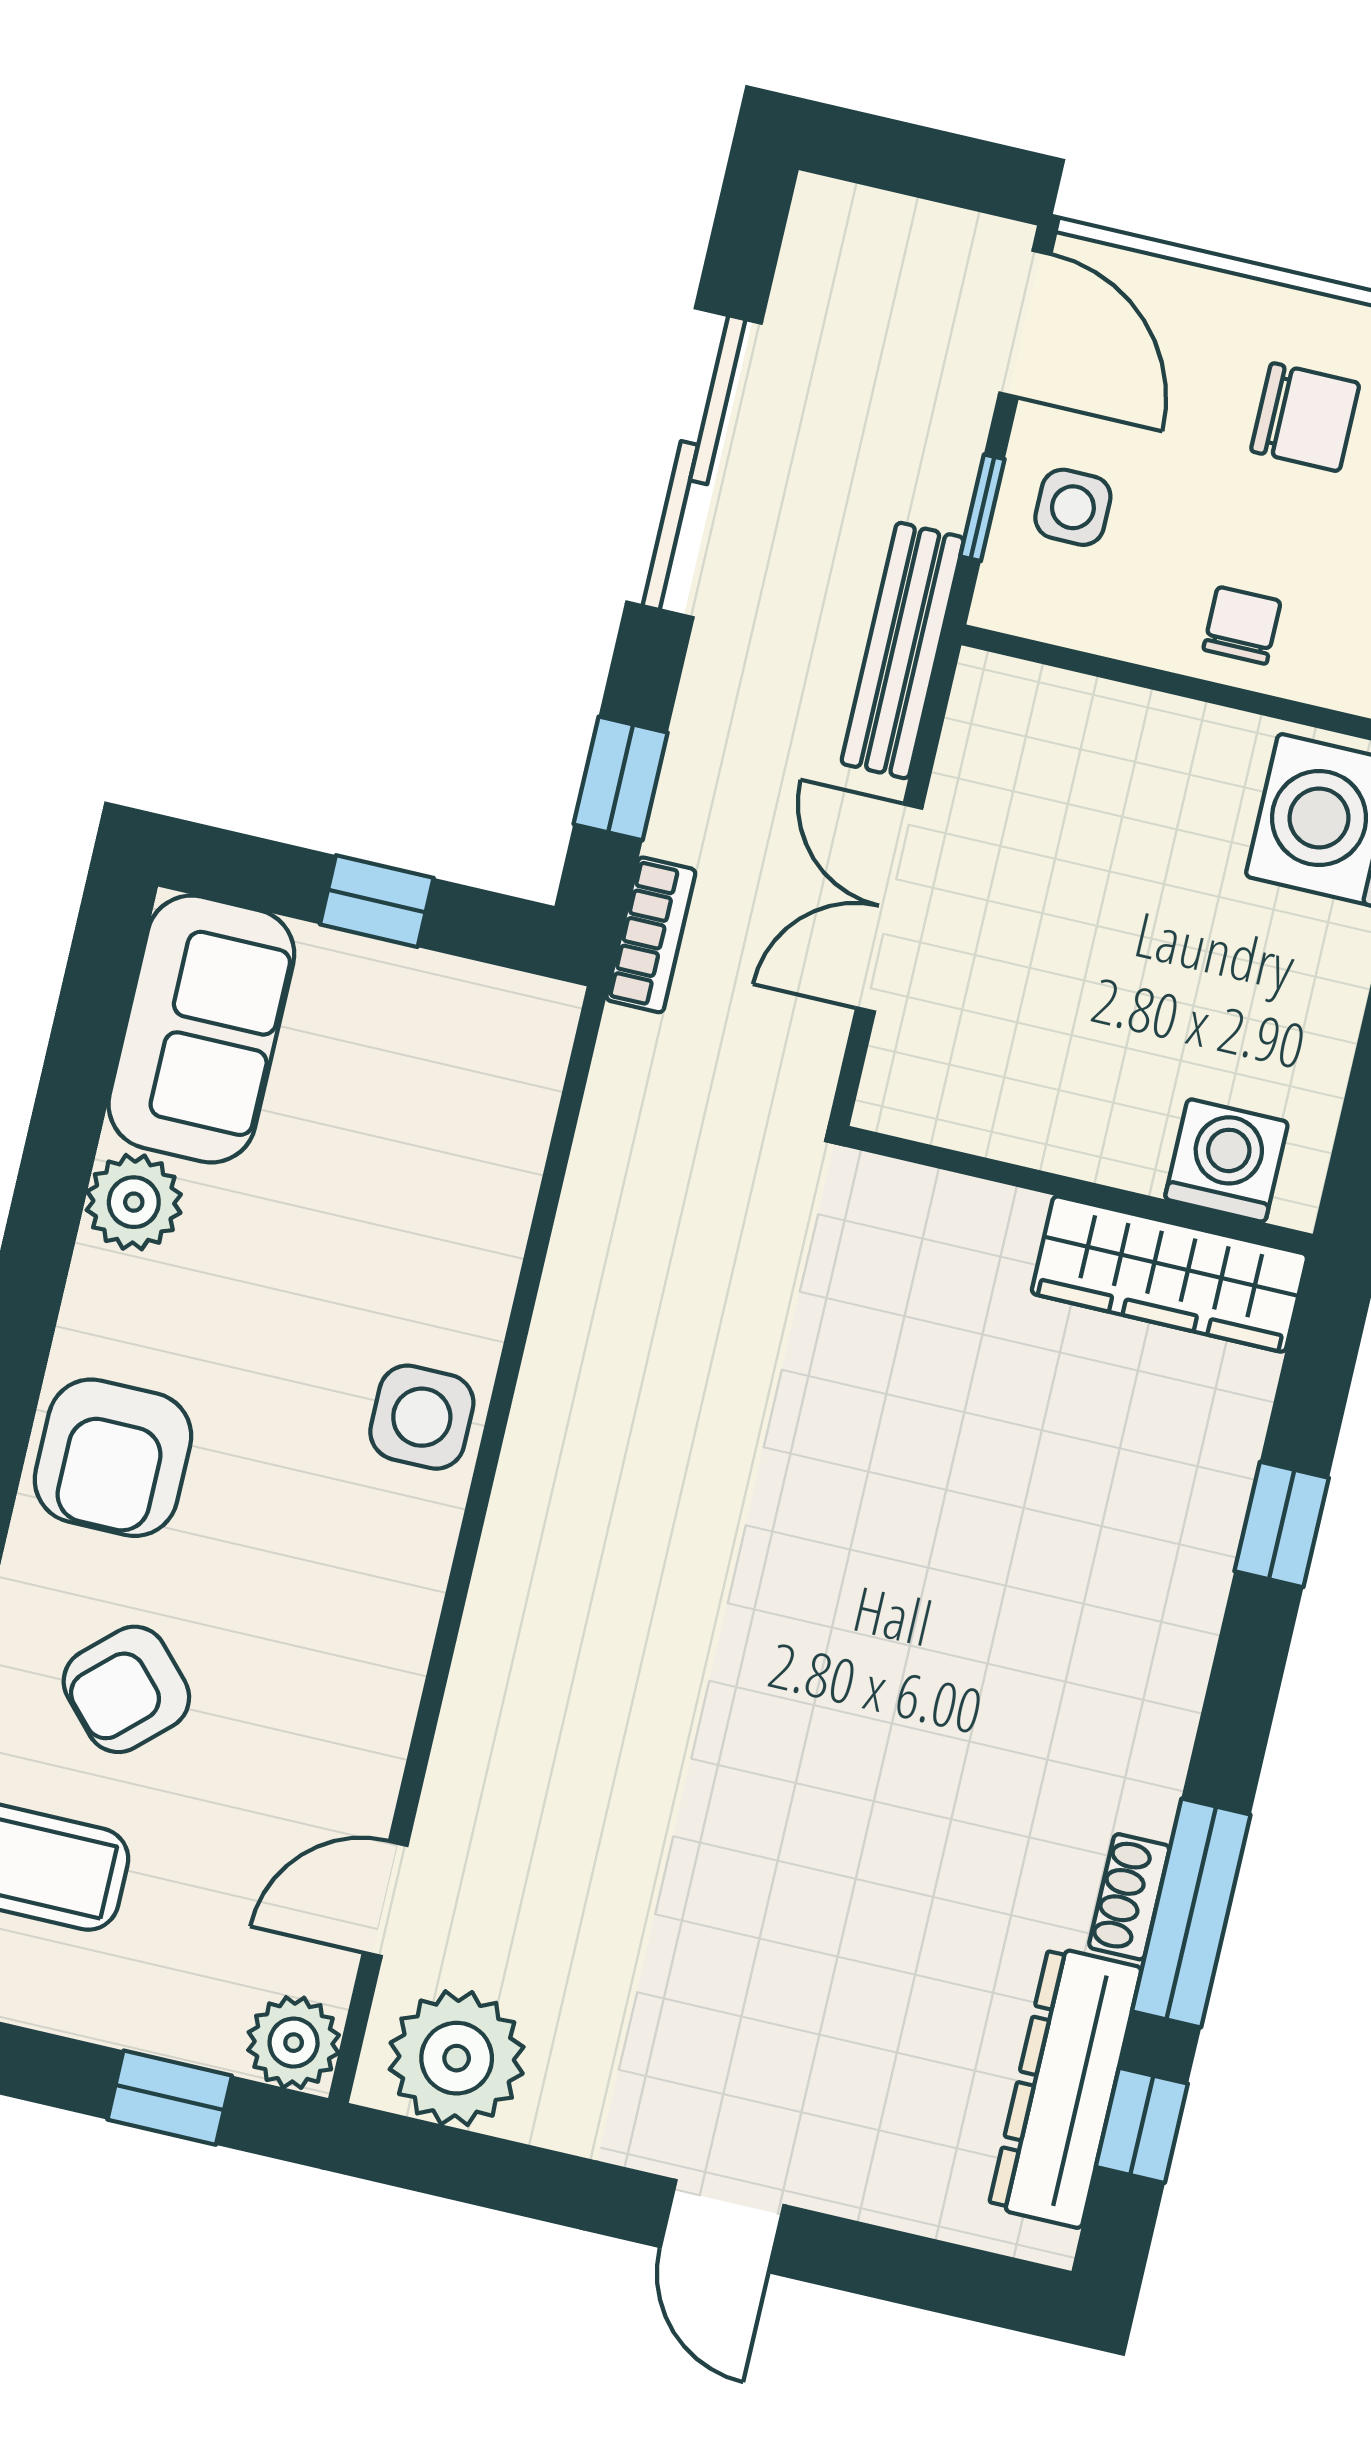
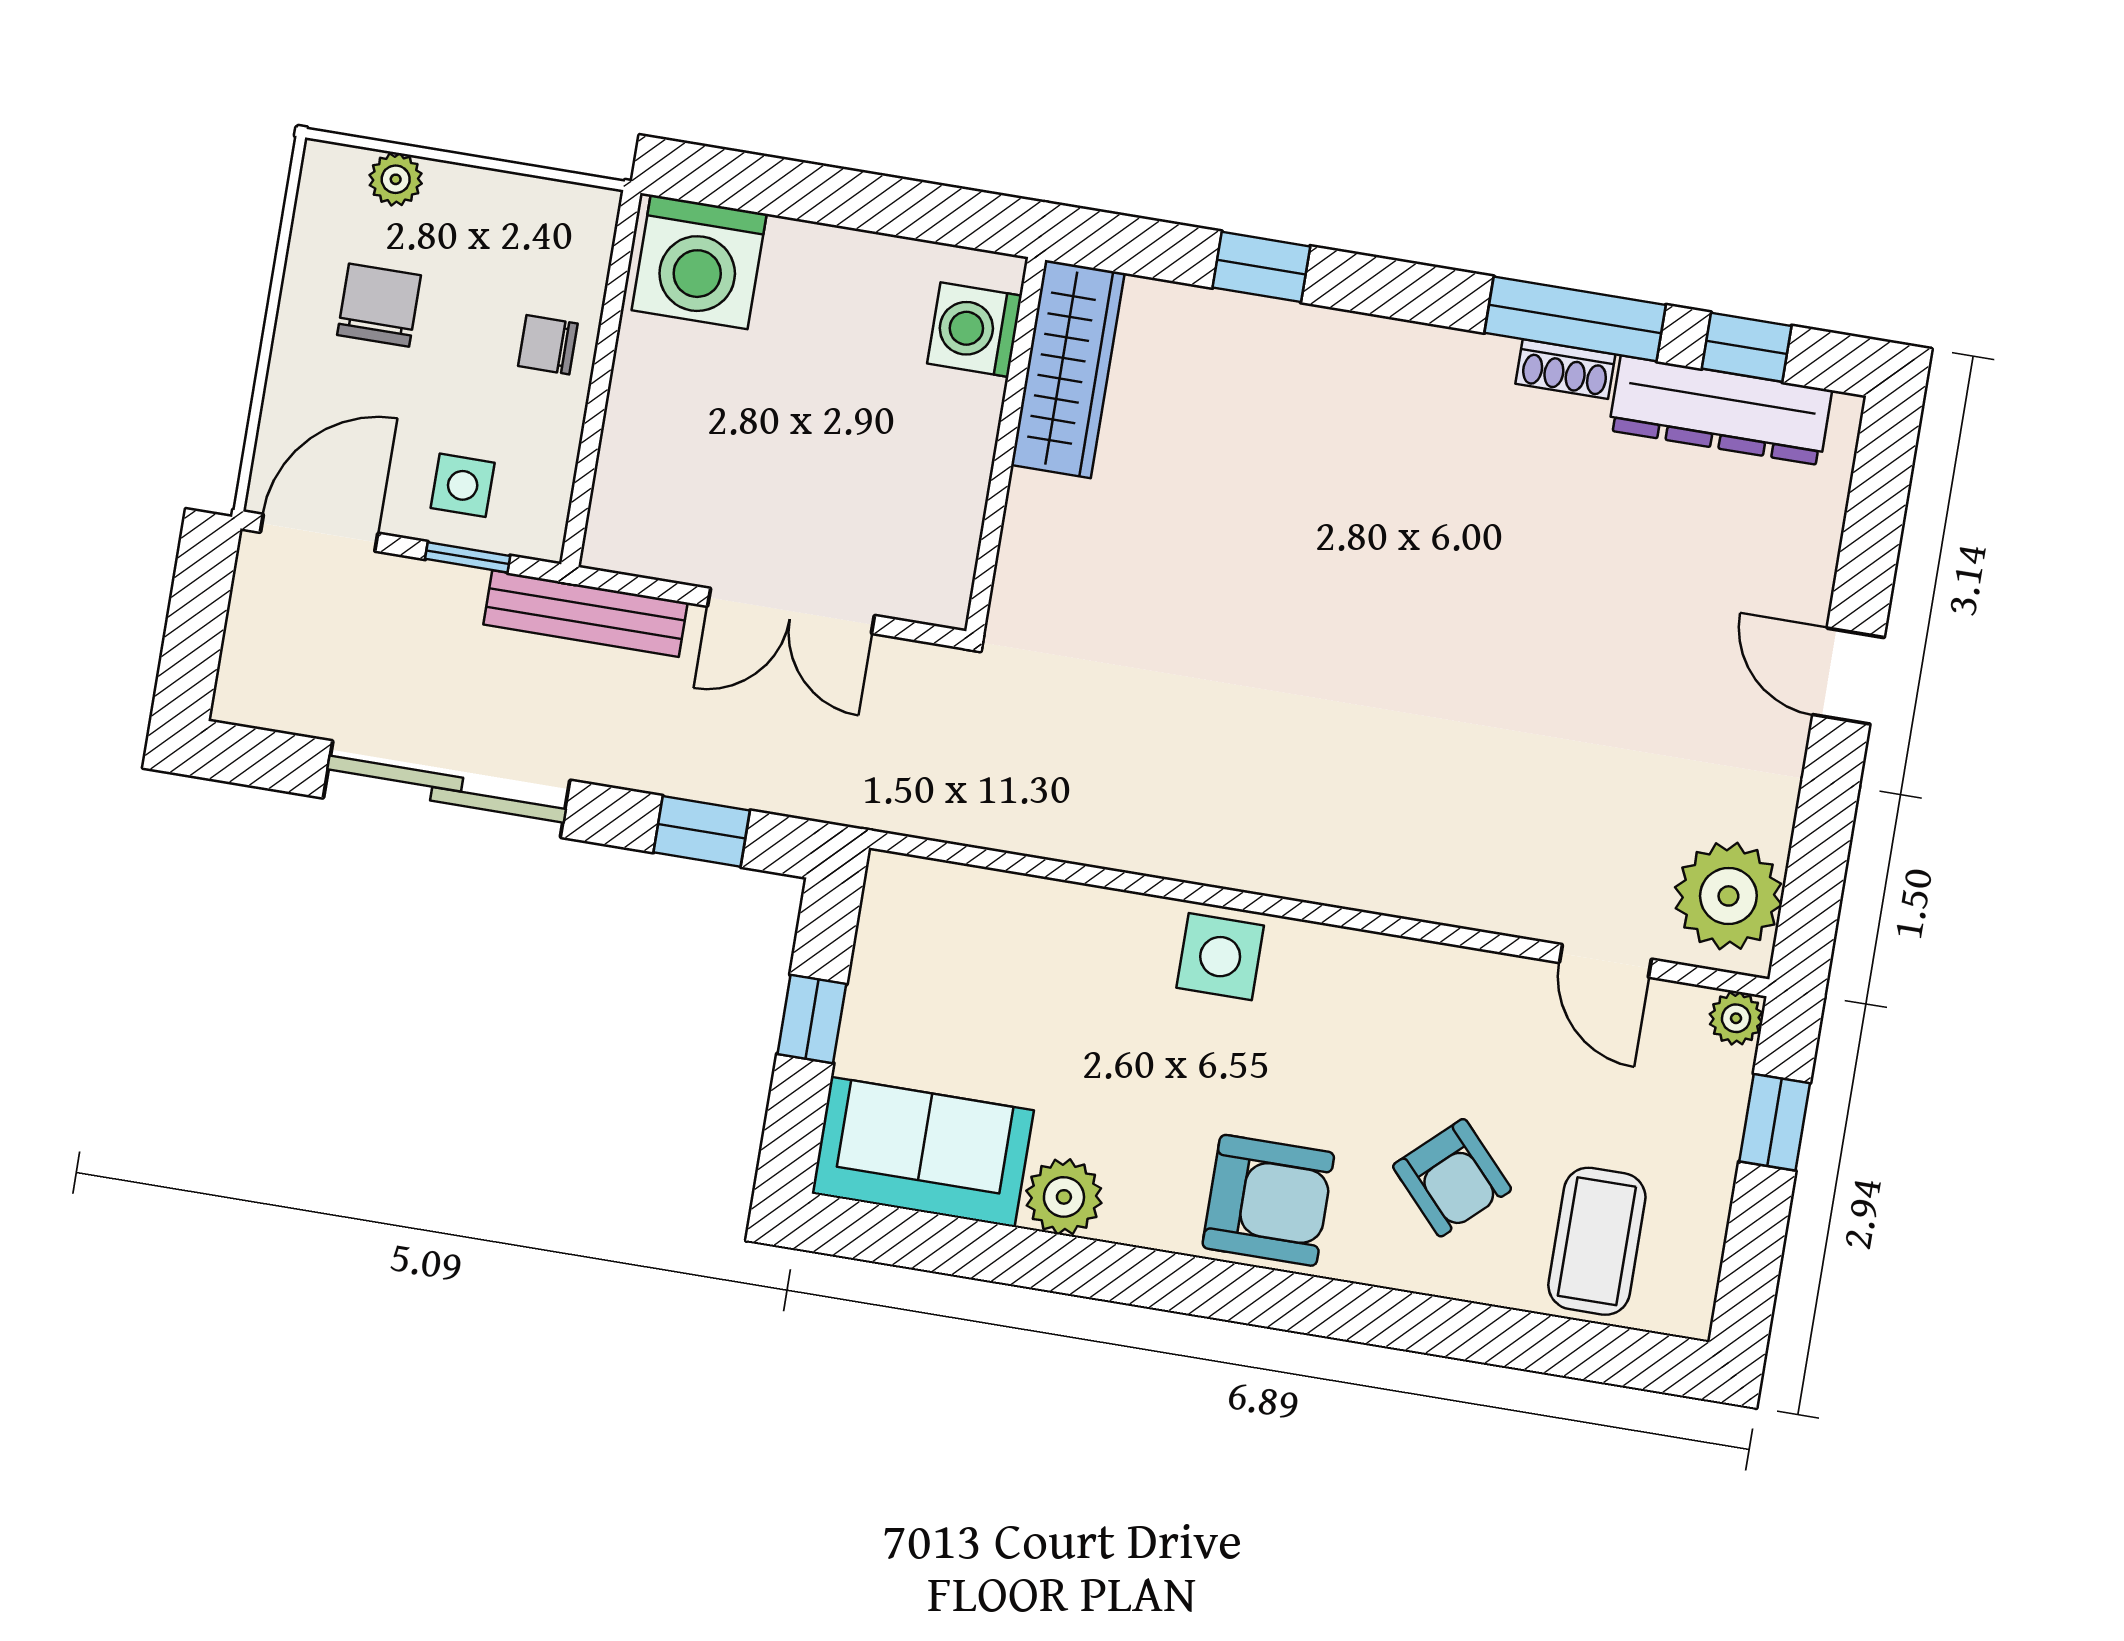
bookcase: (651, 935) -> (825, 799), removed
plant: (294, 2043) -> (1736, 1018), width x0.73, depth x0.73
door: (722, 2226) -> (1848, 676), swing flipped

